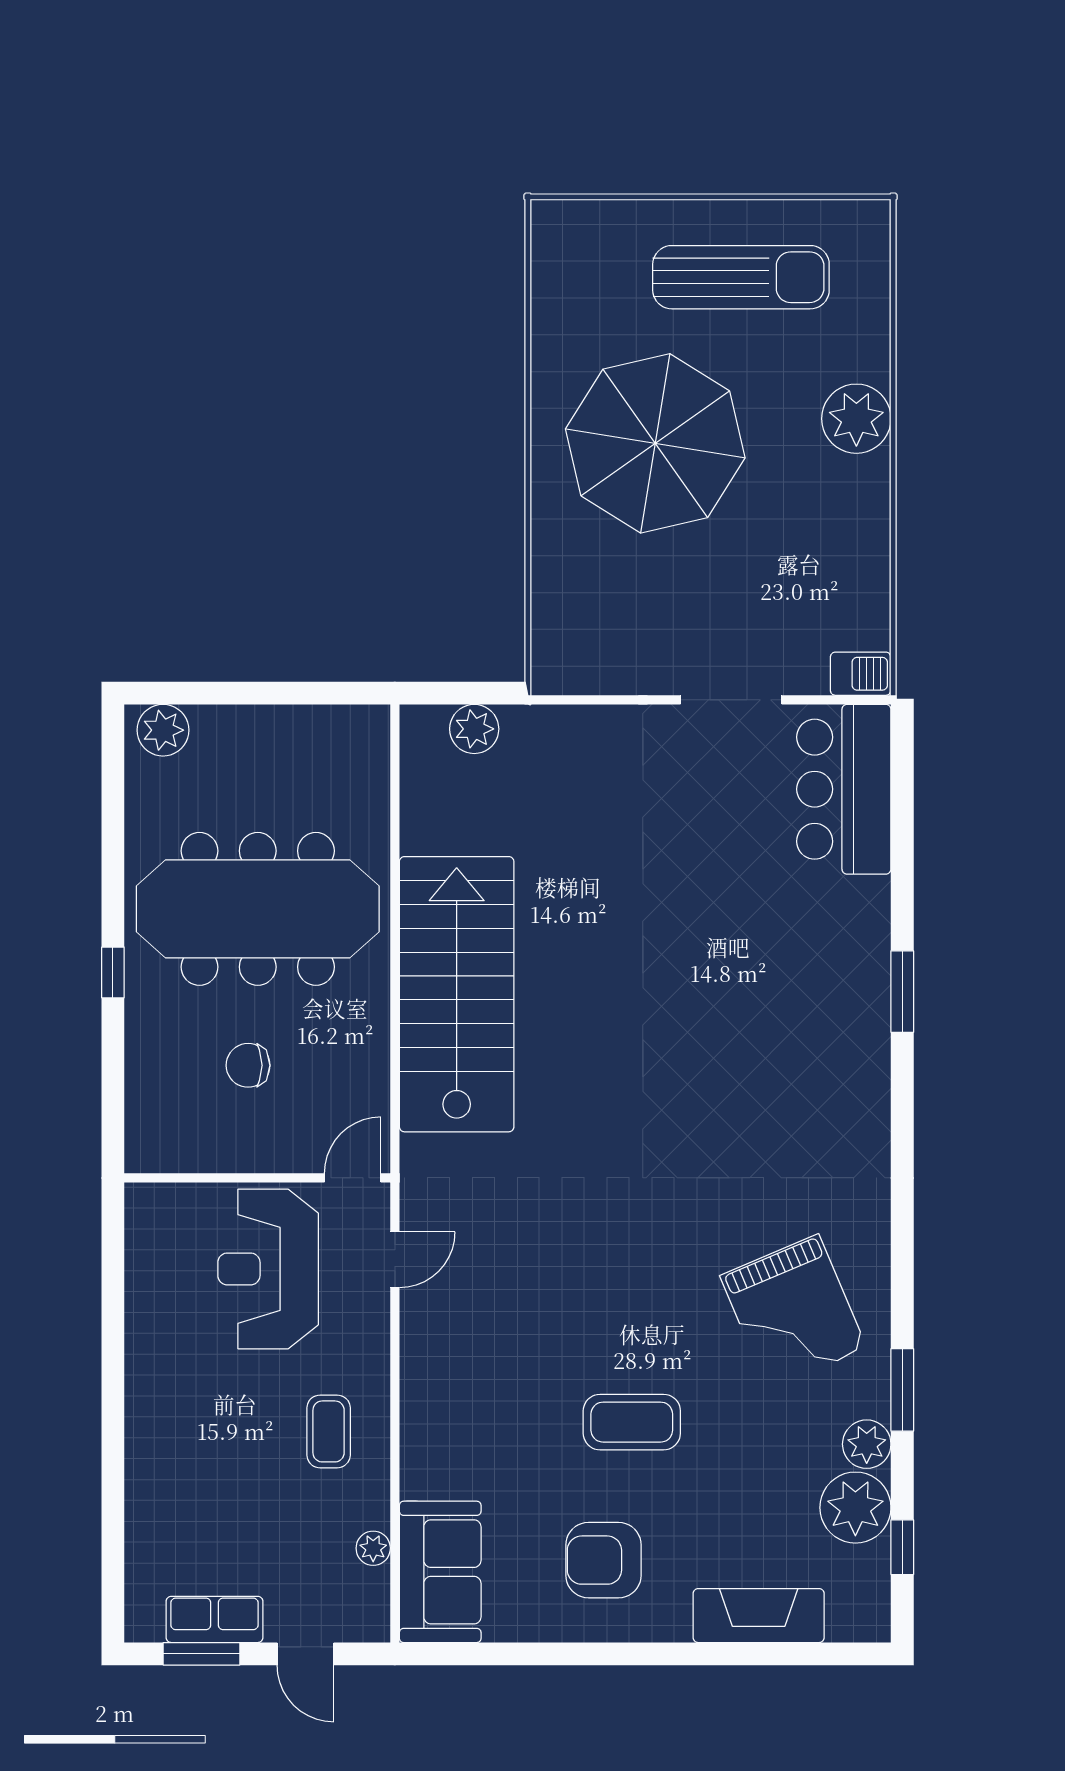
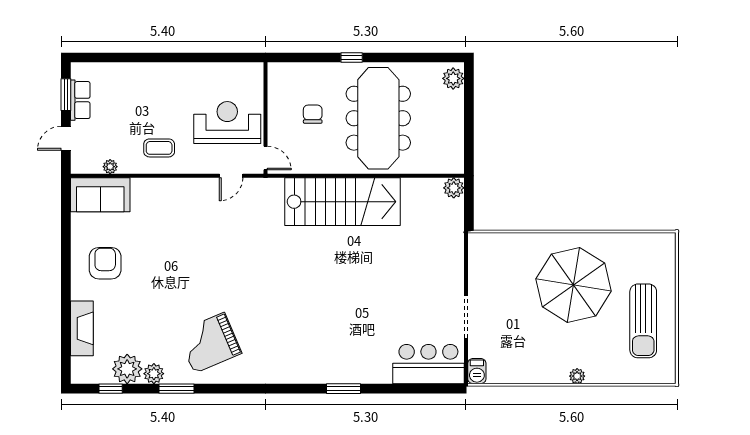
plant: (856, 419) -> (577, 376), width x0.53, depth x0.53
plant: (474, 729) -> (454, 188), moved
door: (395, 1260) -> (231, 176), hinge flipped
coffee table: (632, 1422) -> (163, 275), removed

